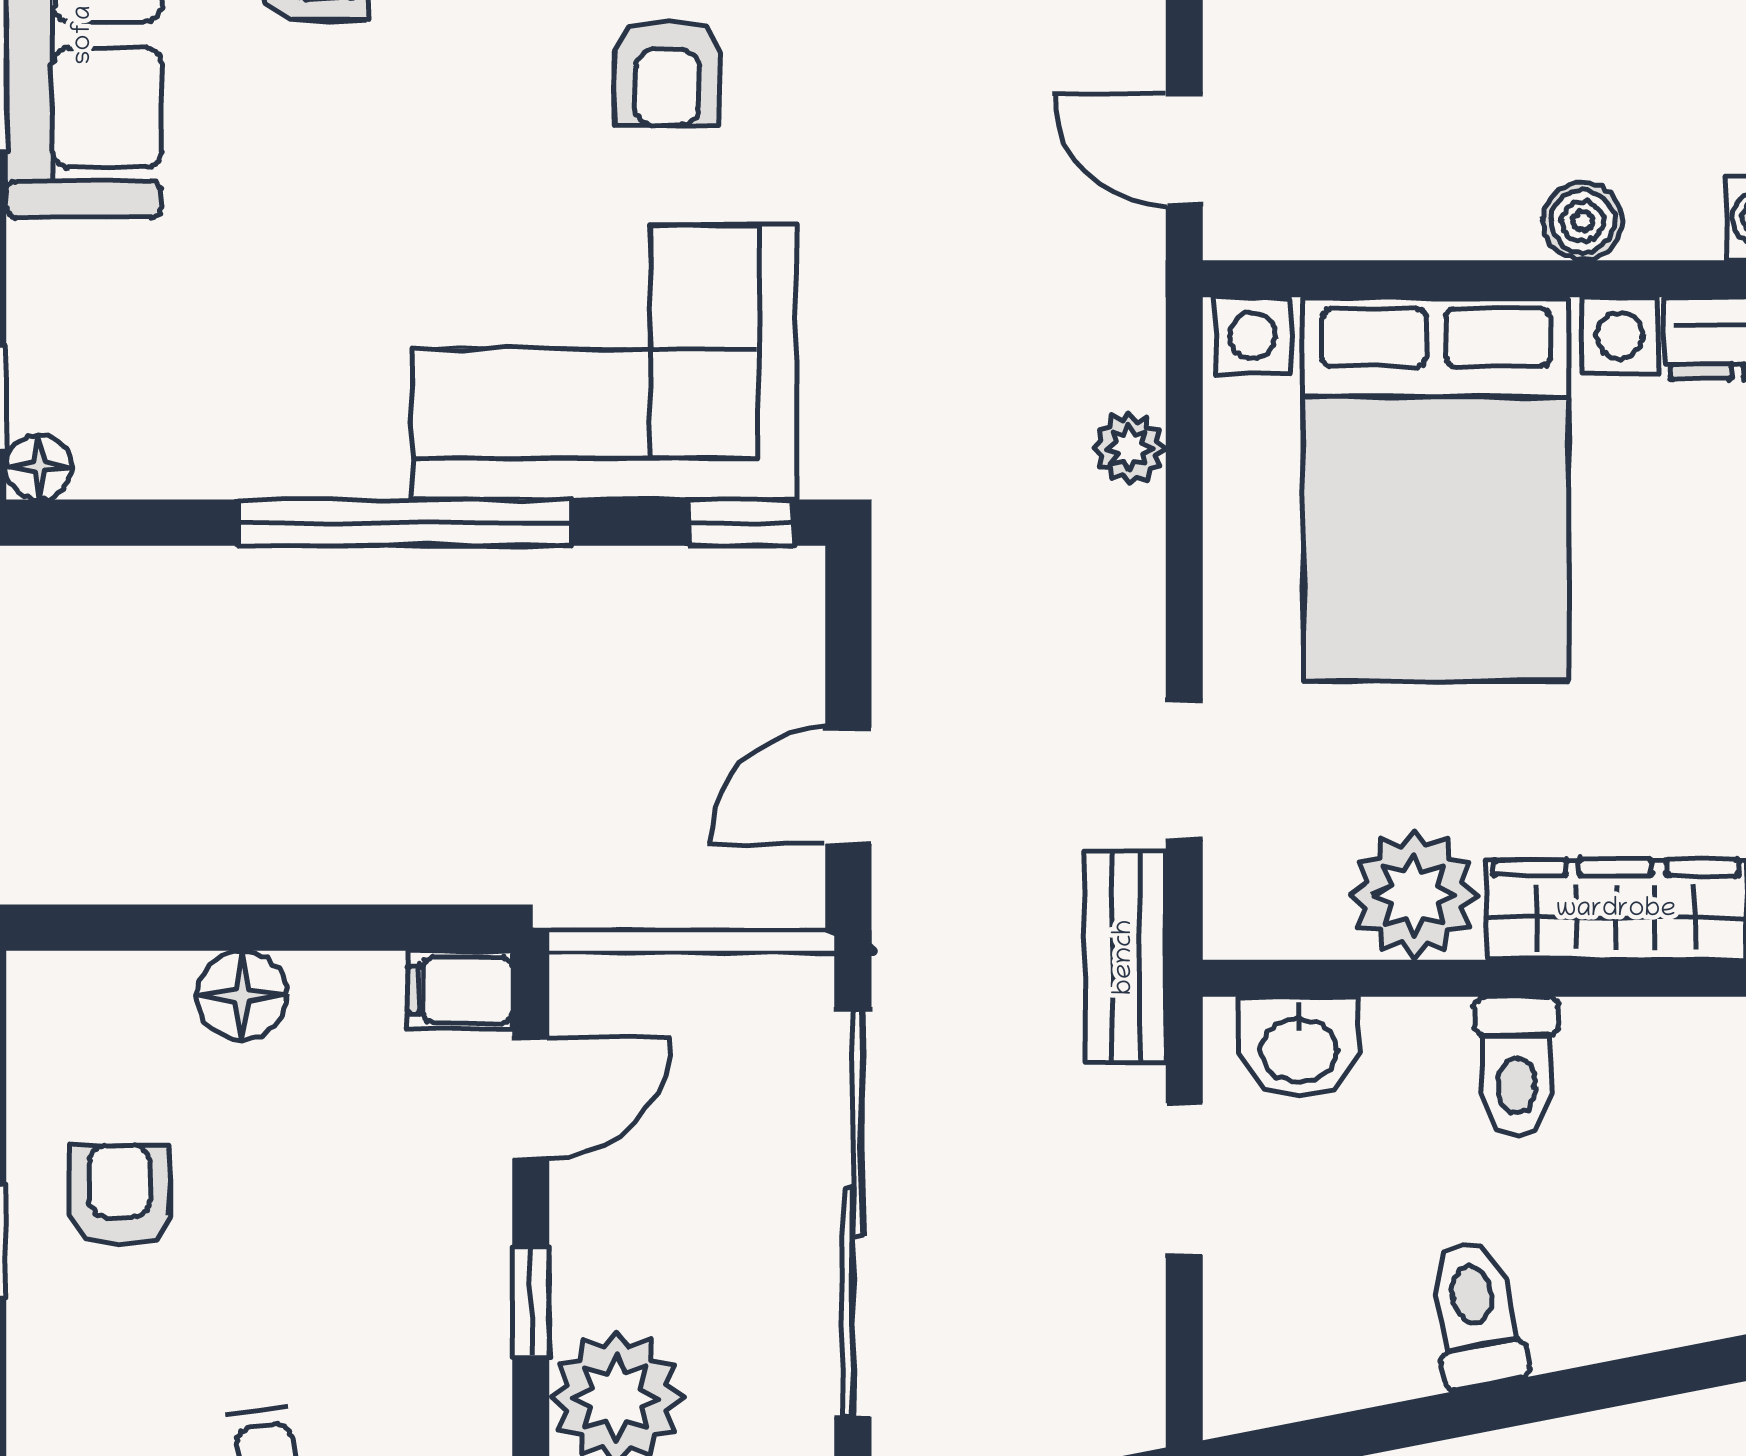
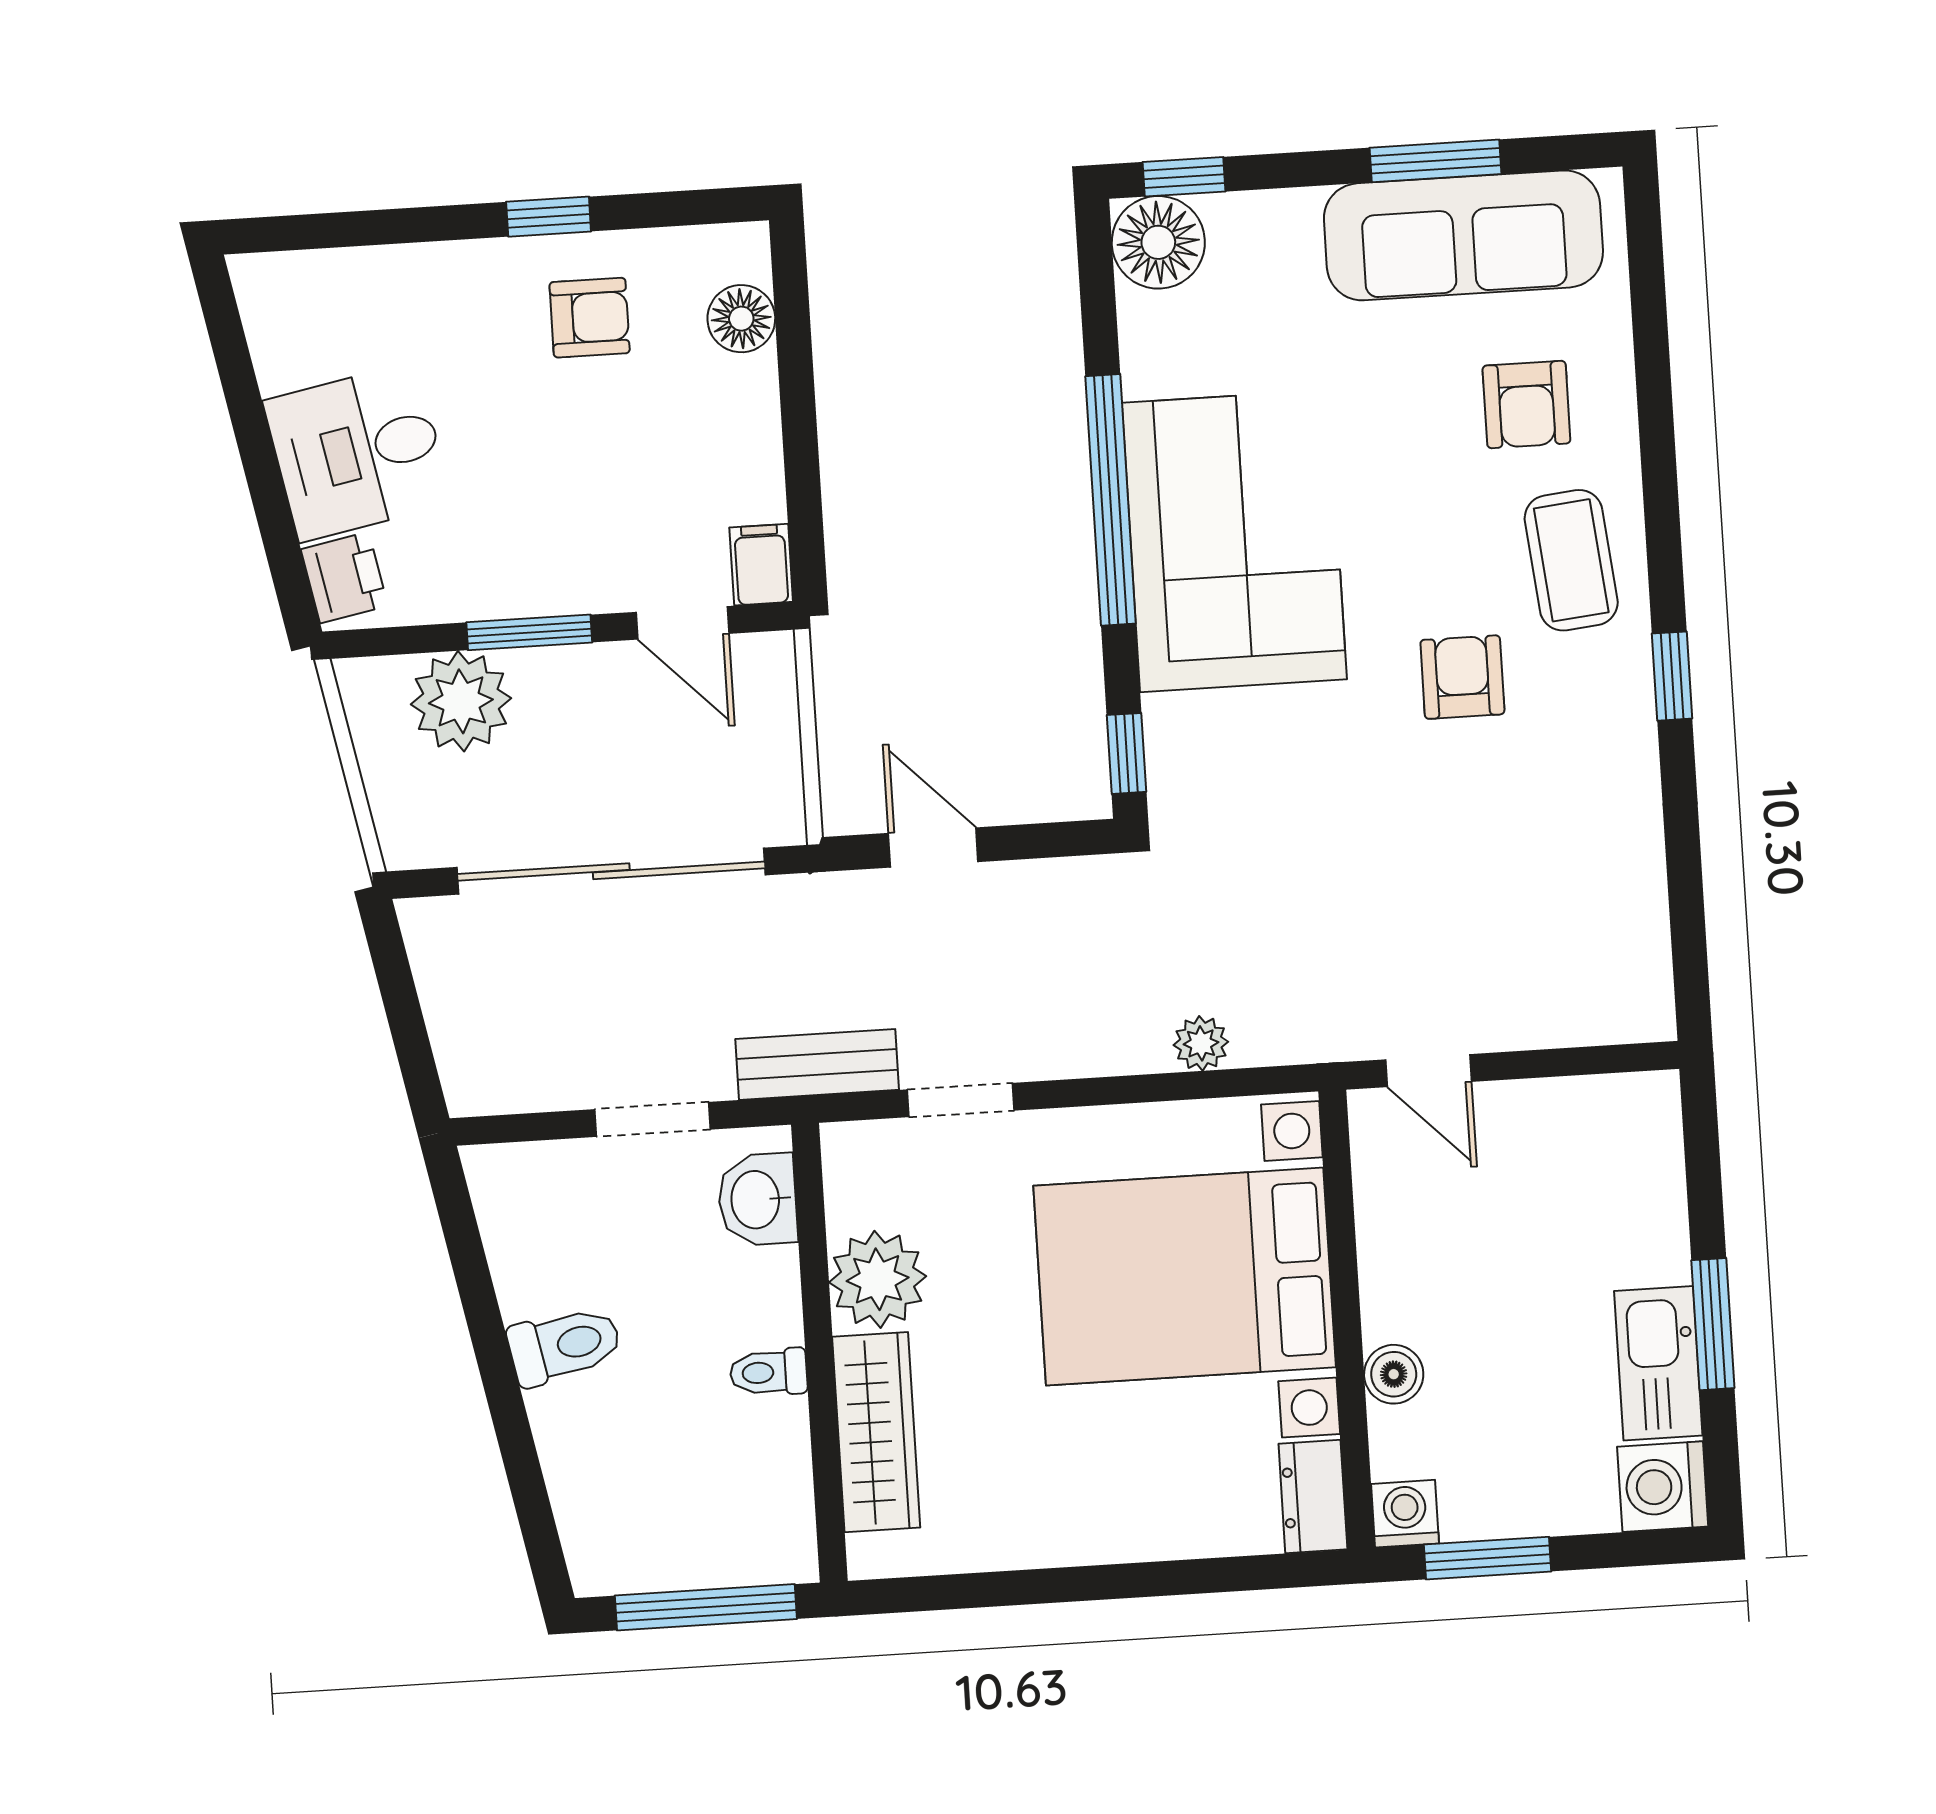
armchair: (667, 73) -> (1462, 677), turned 90
door: (1184, 150) -> (1429, 1071), swing flipped
corner sofa: (605, 363) -> (1234, 541), moved
floor lamp: (39, 467) -> (1158, 242), width x1.89, depth x1.89
floor lamp: (242, 995) -> (741, 319), moved
toilet: (1517, 1066) -> (769, 1372), width x0.73, depth x0.72
window: (531, 1302) -> (529, 632), width x1.50

